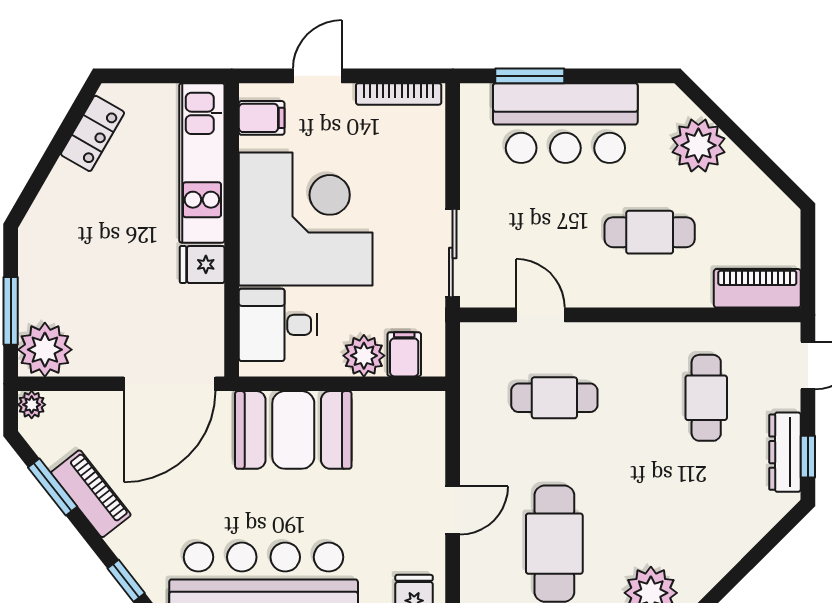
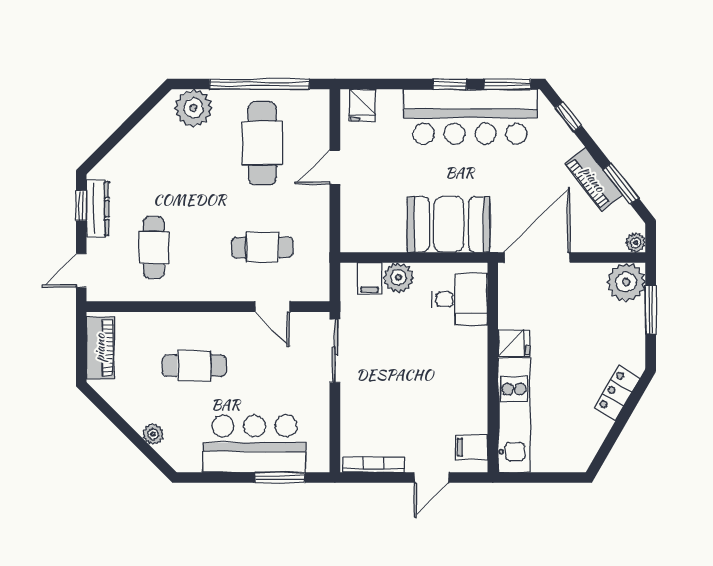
locker: (93, 133) -> (617, 393), moved
plant: (698, 145) -> (153, 434), width x0.53, depth x0.53
corner desk: (306, 219) -> (440, 375), removed
piano: (757, 288) -> (100, 348), moved, turned -90

